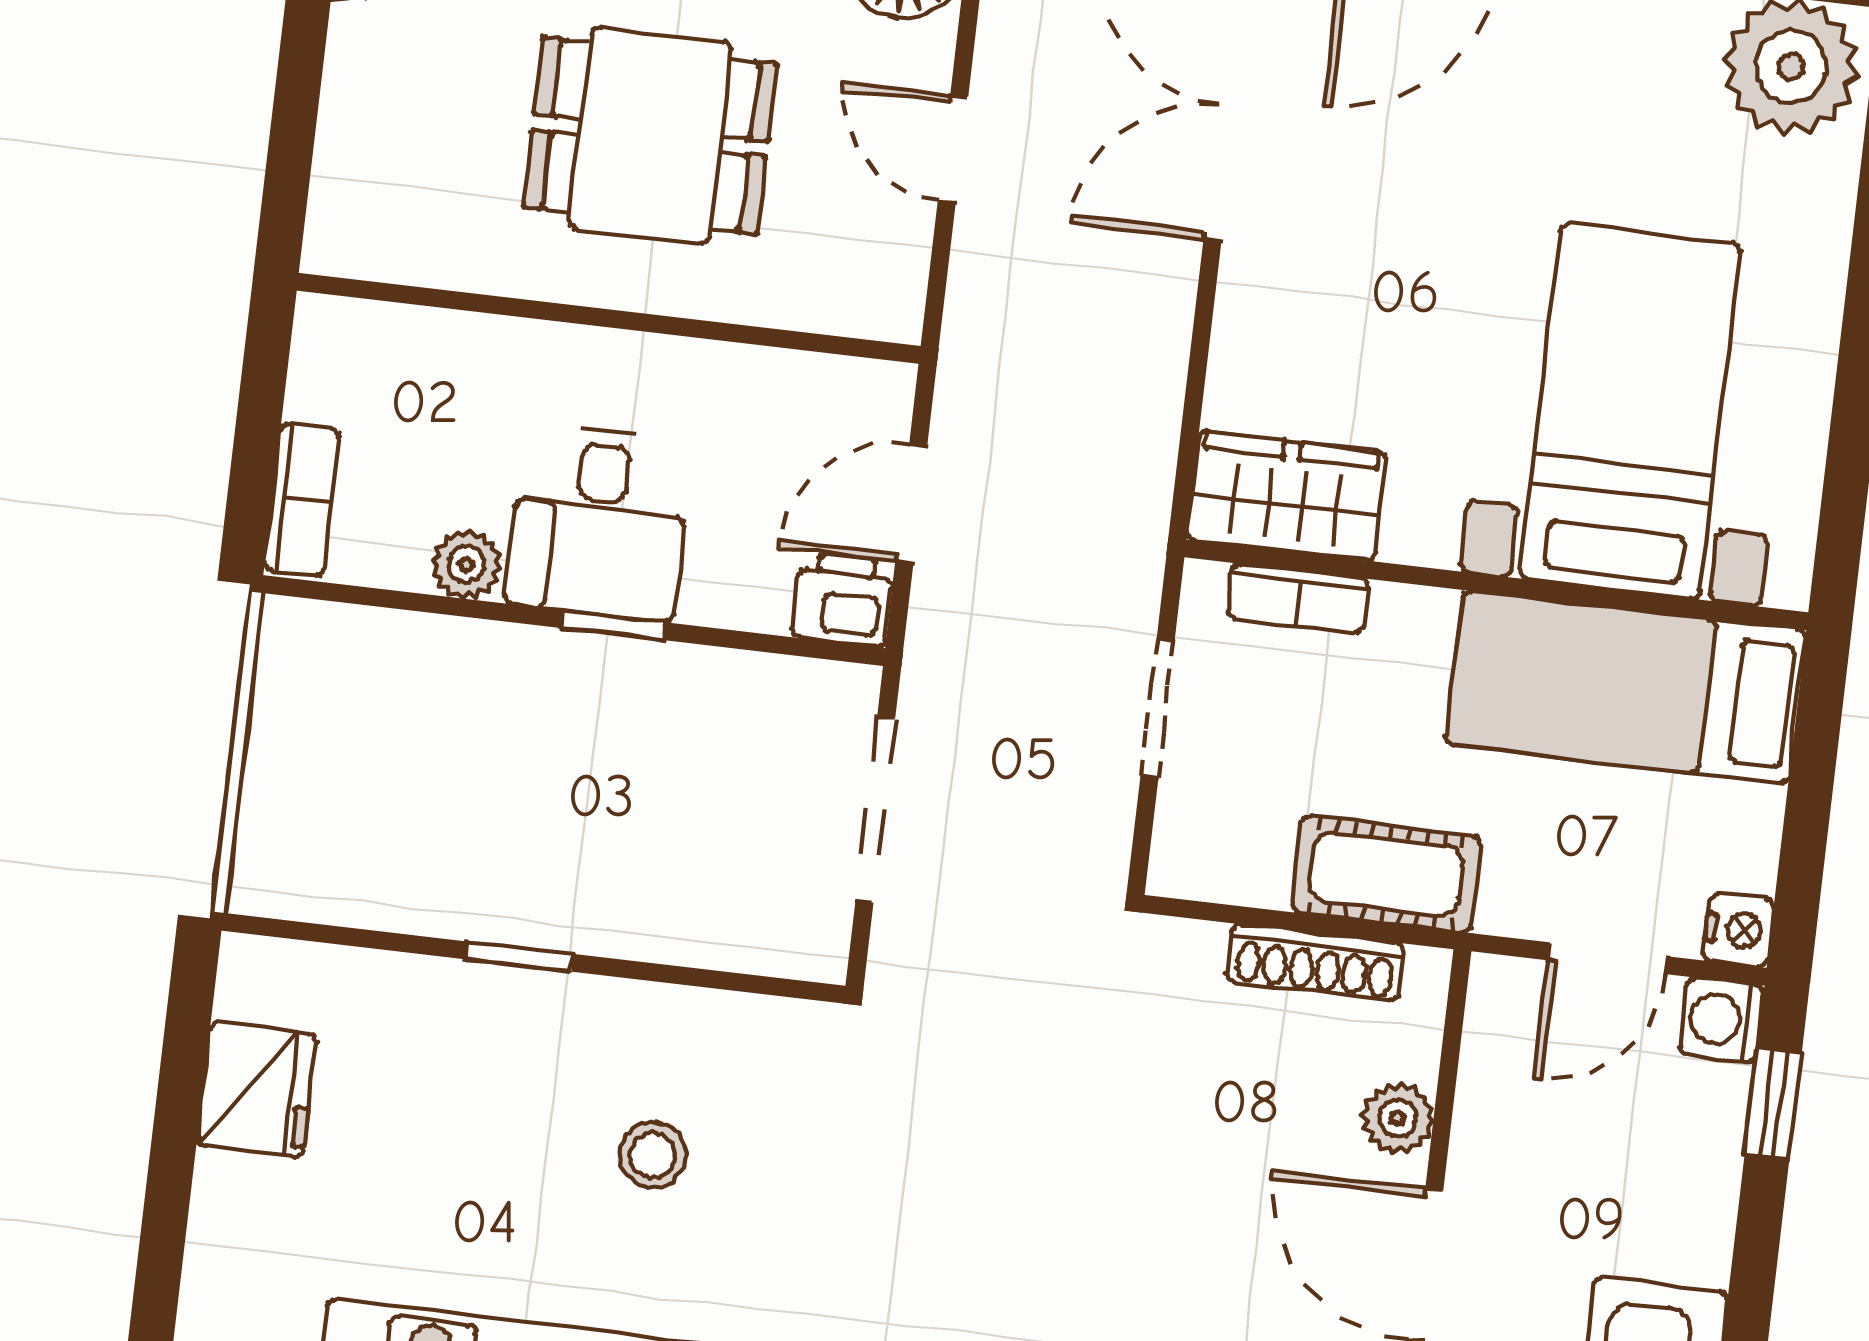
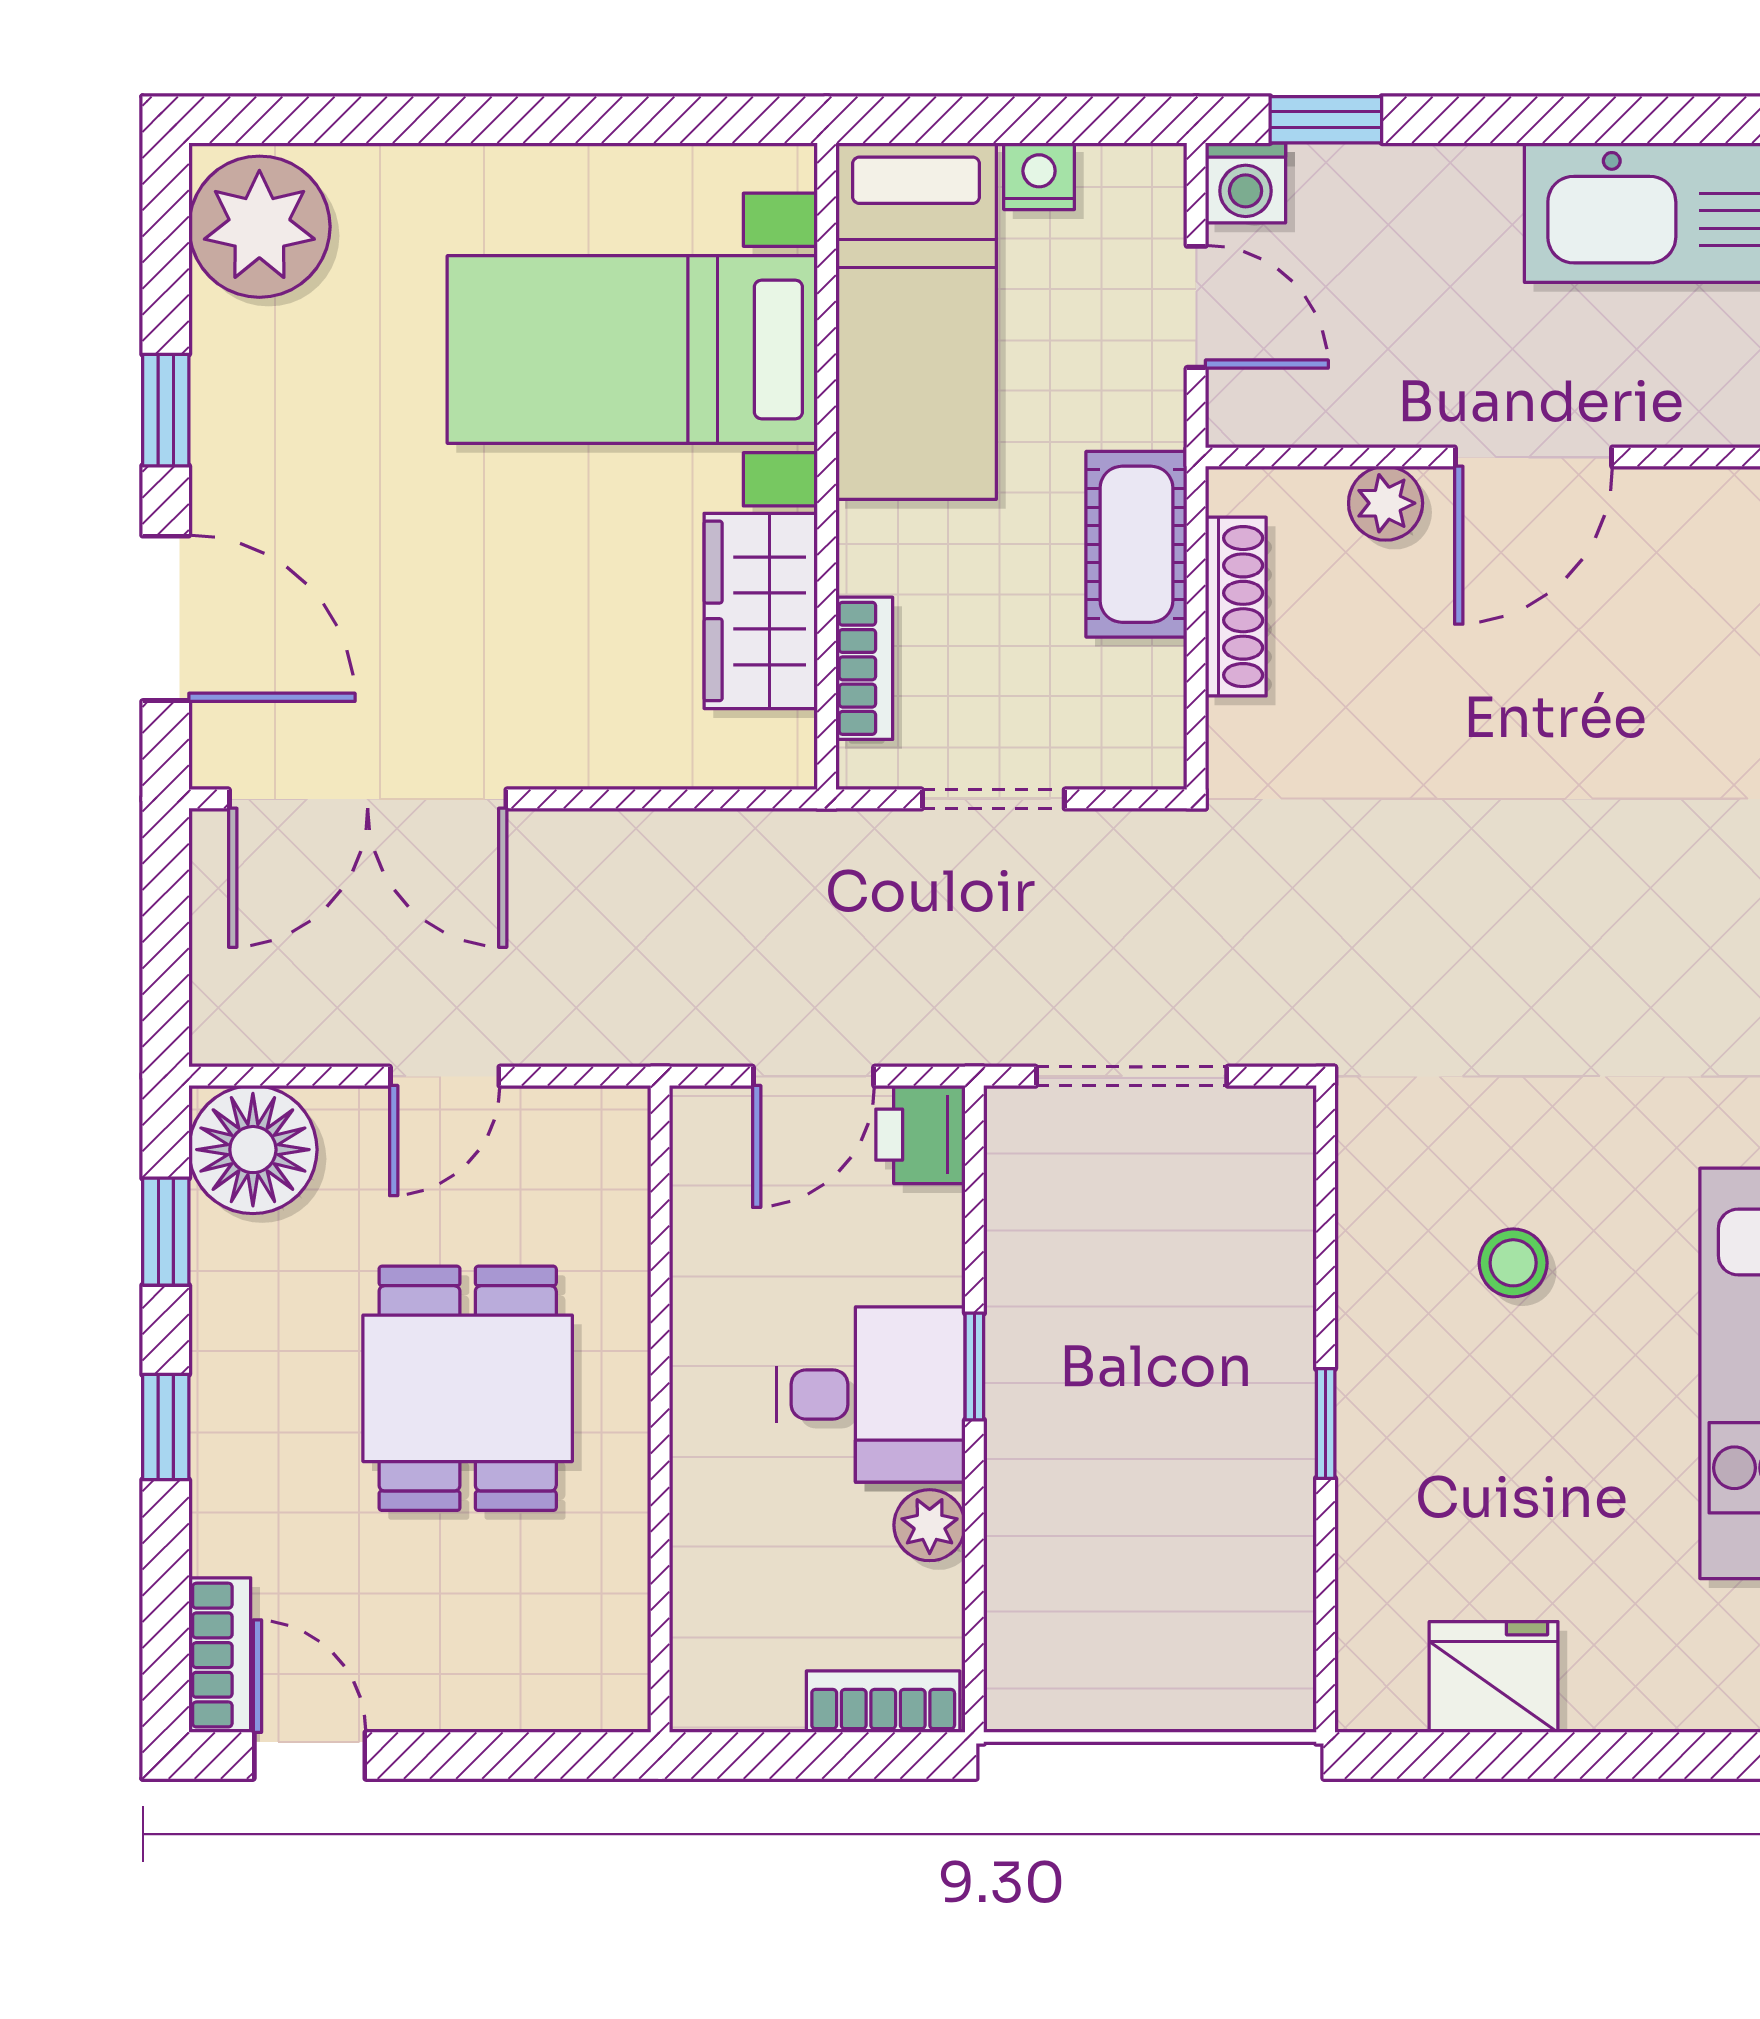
wardrobe: (1287, 496) -> (761, 611), moved
door: (911, 503) -> (813, 1076), hinge flipped
nightstand: (1739, 930) -> (1039, 176), moved

